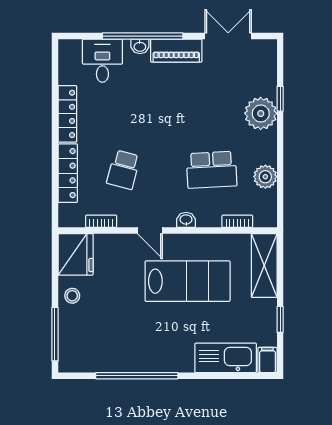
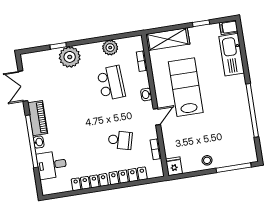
fridge: (76, 254) -> (174, 166), width x0.53, depth x0.75

